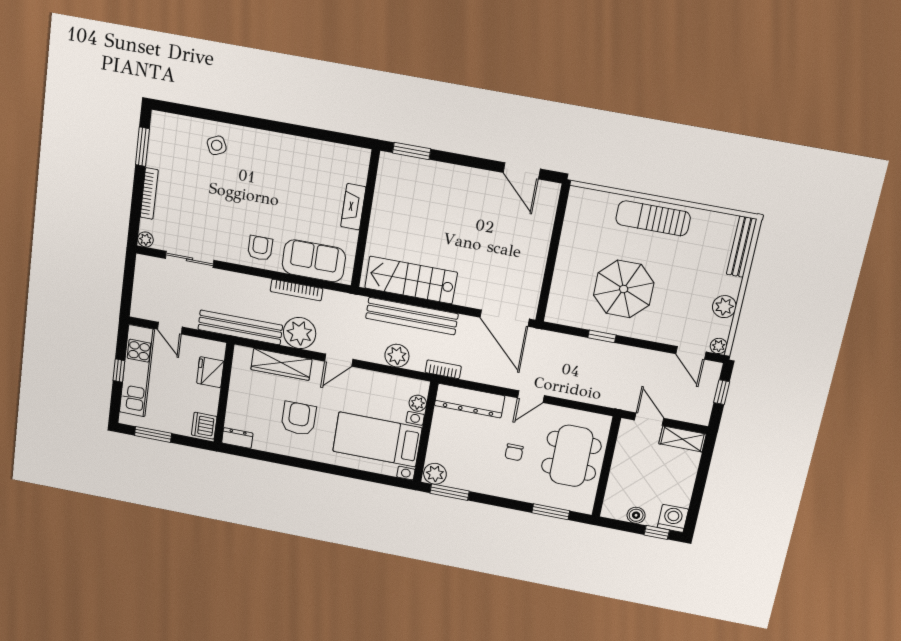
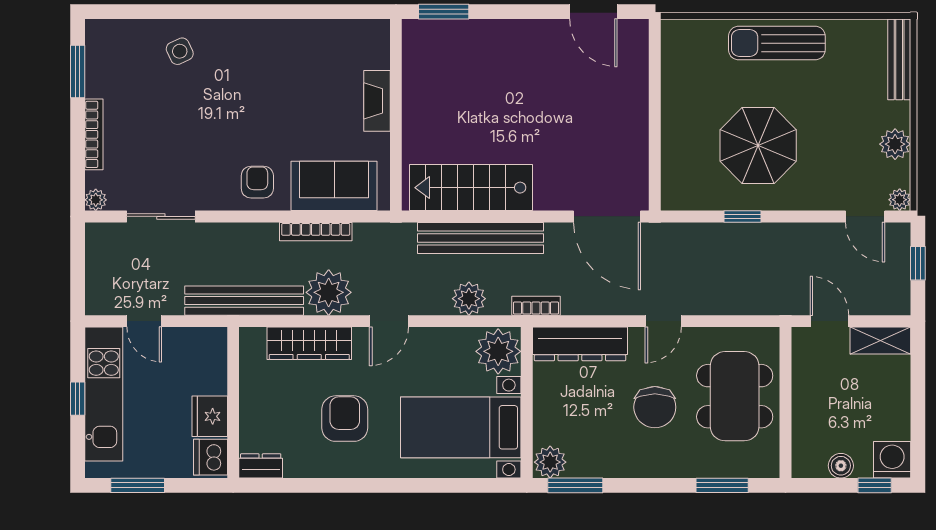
fridge: (210, 372) -> (210, 416), moved
plant: (418, 403) -> (498, 351), width x1.88, depth x1.88
chair: (514, 452) -> (655, 407), width x1.87, depth x1.87

